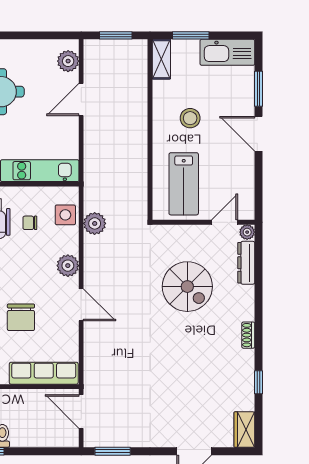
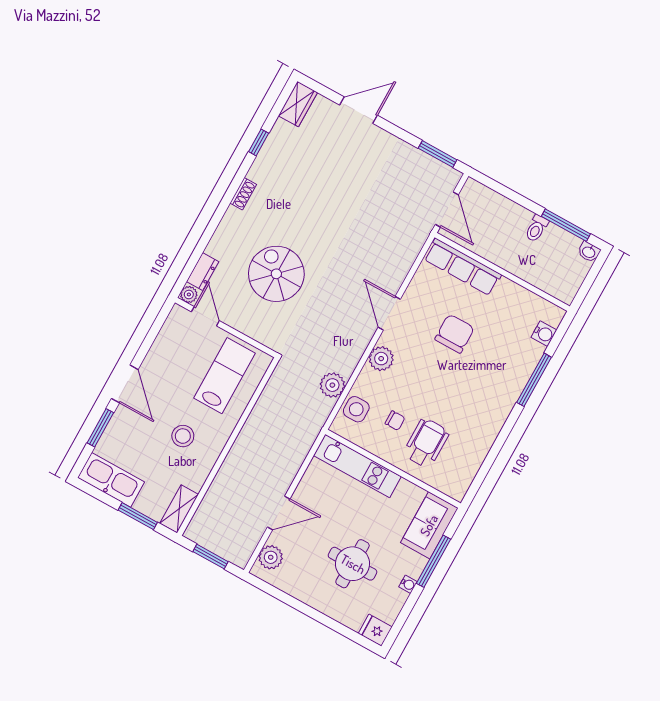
door: (225, 222) -> (205, 316), swing flipped
dresser: (246, 263) -> (203, 272), width x0.70

